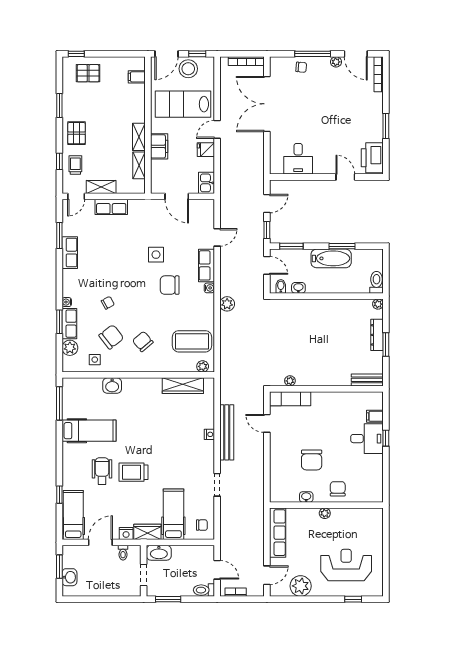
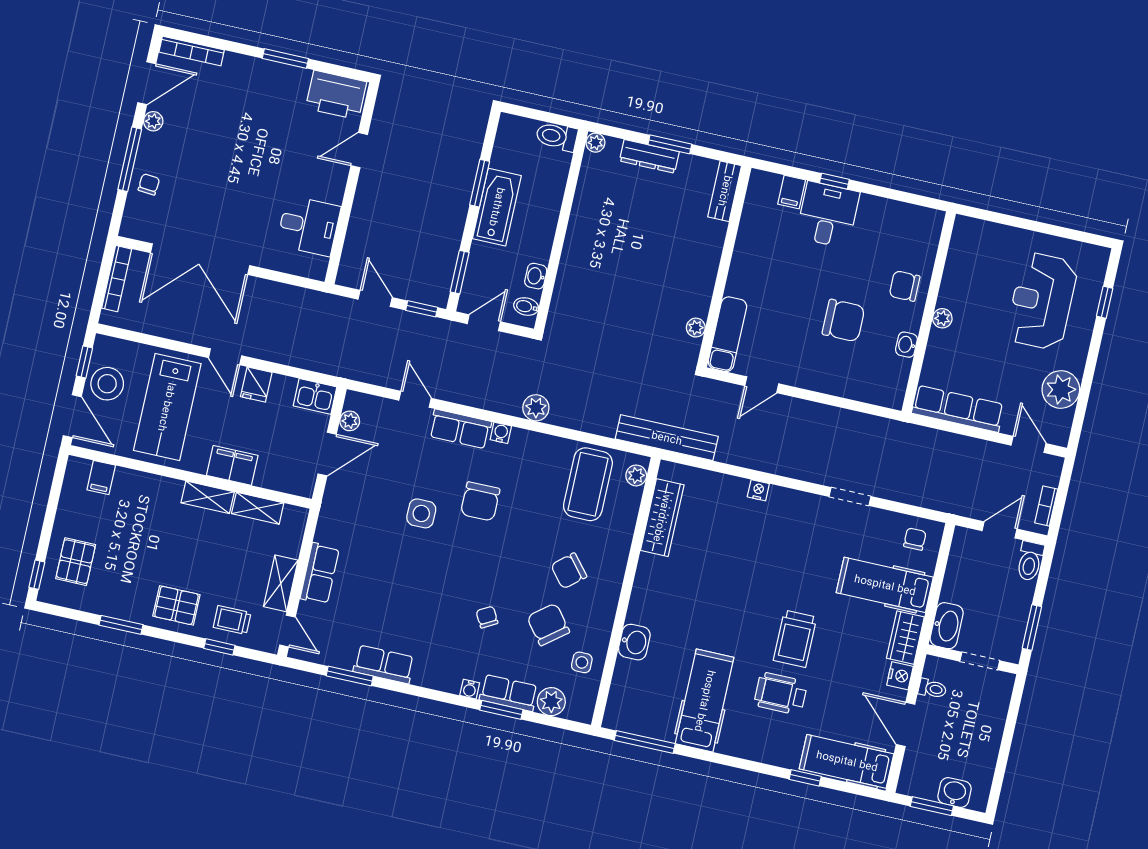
plant: (197, 205) -> (350, 421), added
bench: (227, 432) -> (667, 438), moved

